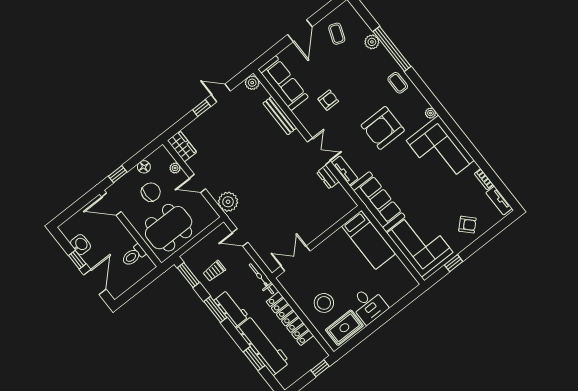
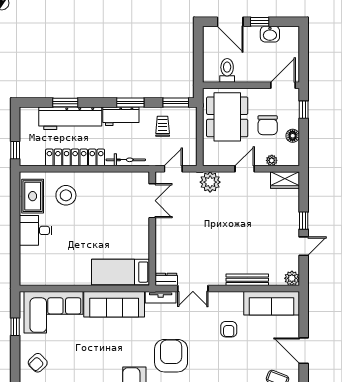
bed: (368, 240) -> (120, 272), moved
wall: (317, 242) -> (152, 229), moved
double door: (296, 259) -> (152, 201), moved

